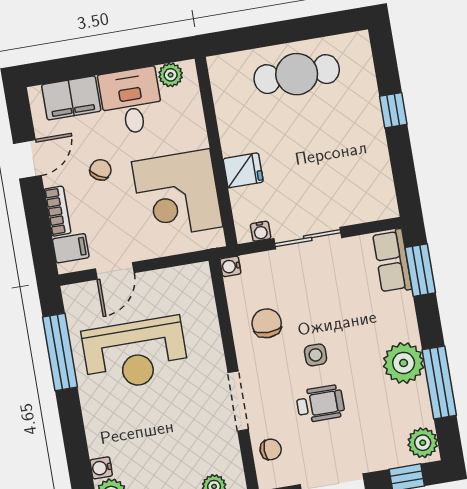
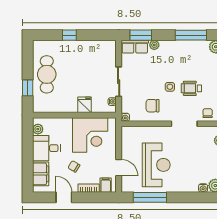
window: (259, 36) -> (28, 88), added
plant: (404, 363) -> (154, 45), moved, width x0.53, depth x0.53
wheelchair: (320, 404) -> (191, 88), turned -90

